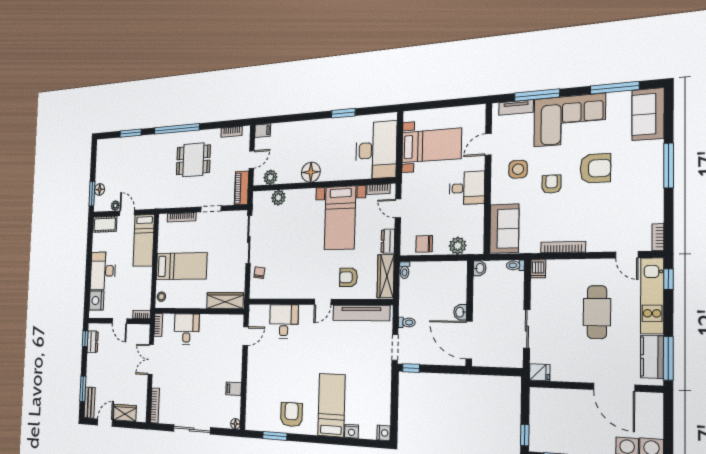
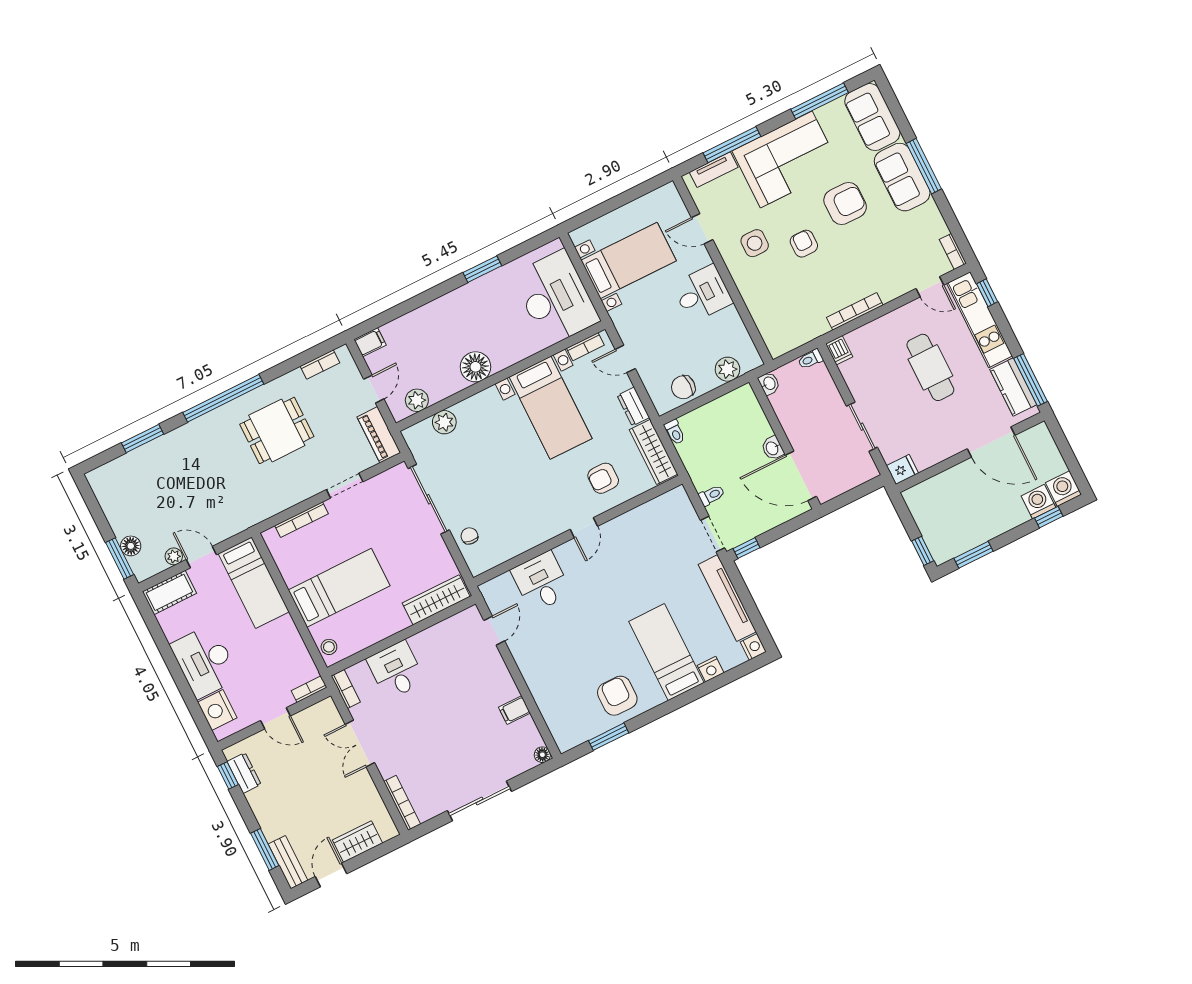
door: (488, 144) -> (702, 229), hinge flipped
sofa: (504, 229) -> (902, 177), moved, turned 180
tv unit: (361, 313) -> (727, 598), moved, turned 90

